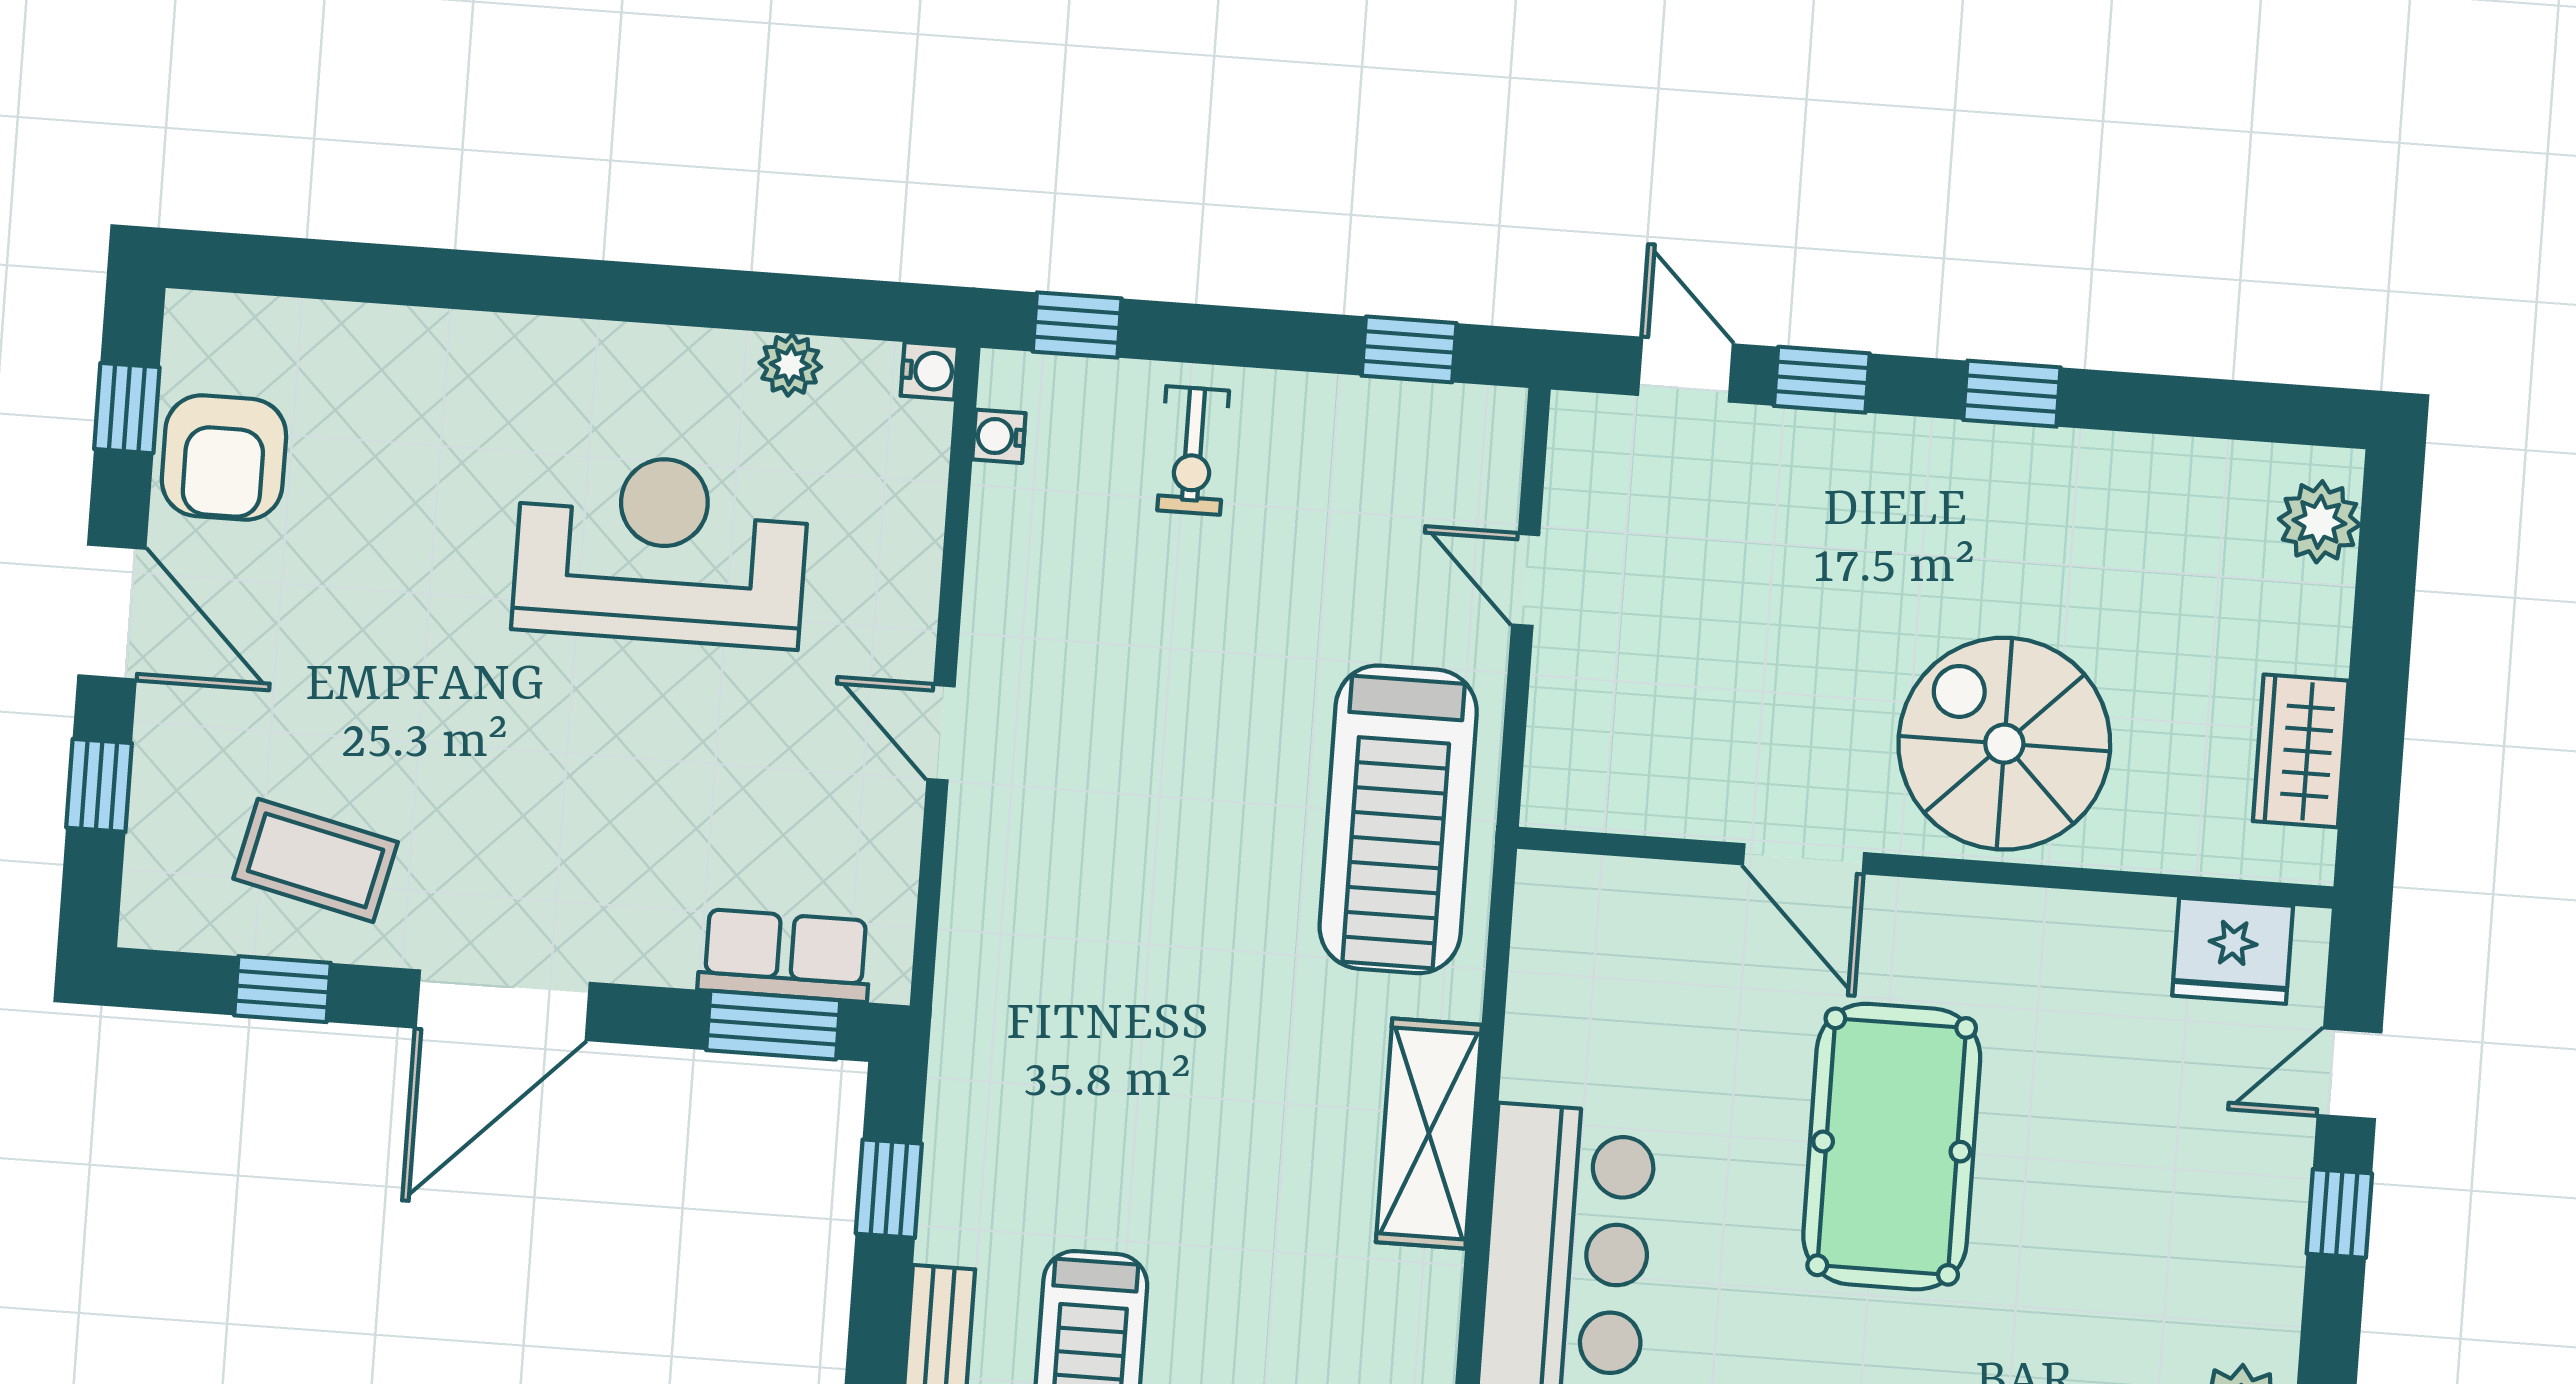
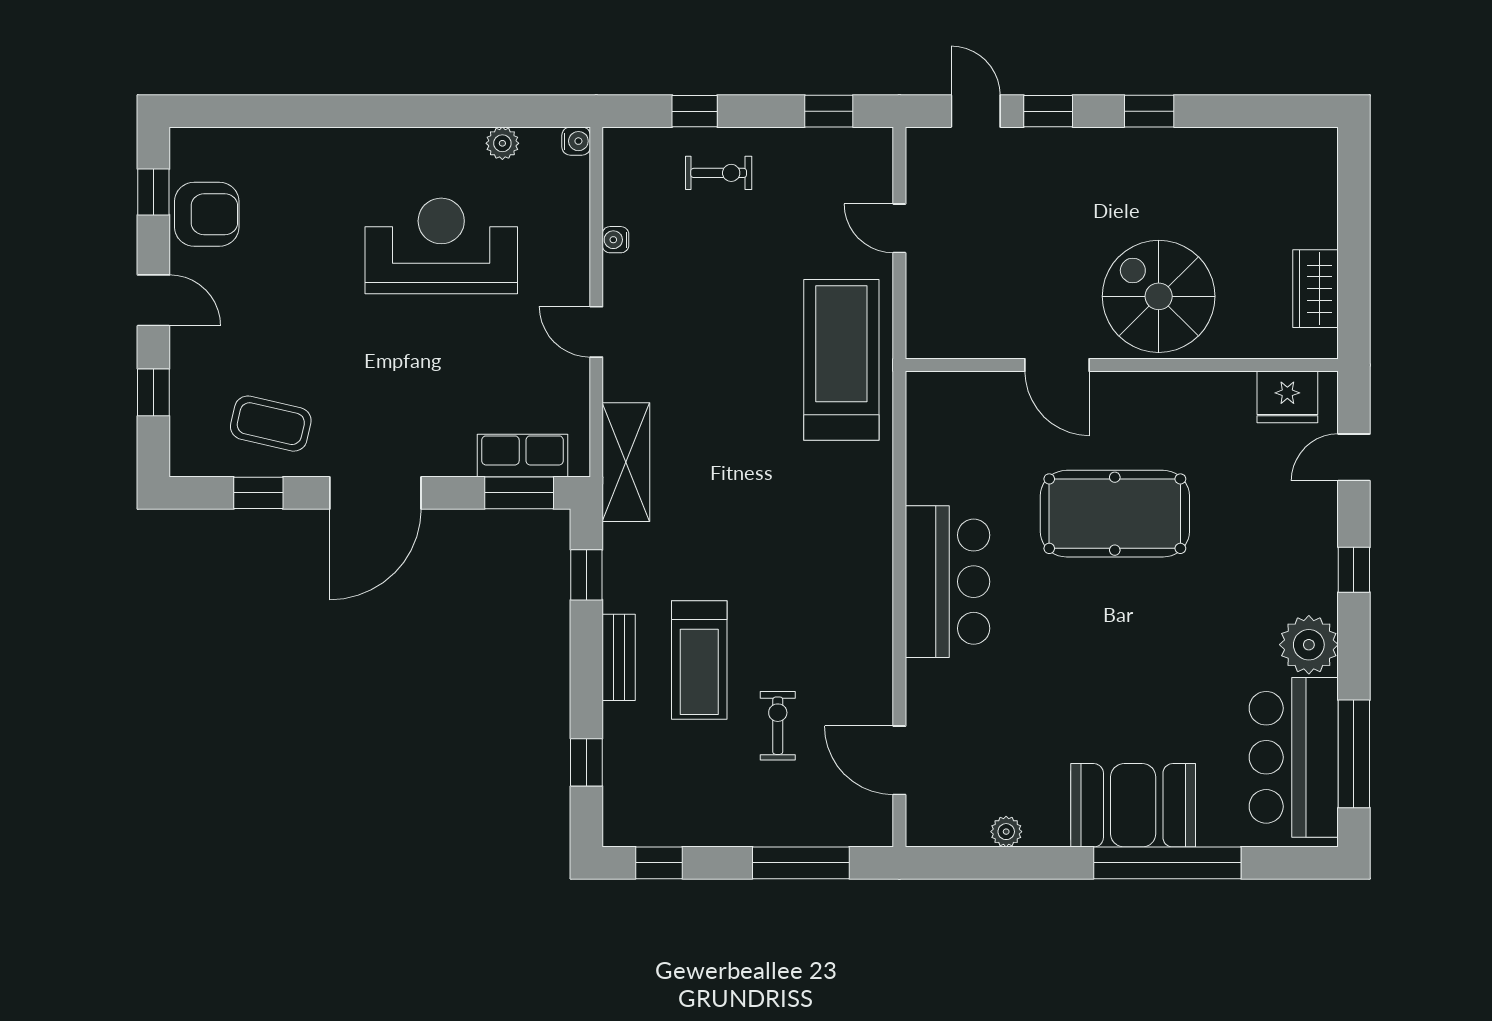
window: (1077, 325) -> (695, 111), moved
water cooler: (999, 436) -> (615, 240), moved
exercise bike: (1193, 450) -> (719, 173), turned -90
armchair: (224, 458) -> (207, 214), turned -90
plant: (2319, 522) -> (1317, 167), removed
door: (112, 612) -> (153, 300), width x0.73
treadmill: (1398, 819) -> (841, 360), turned 180
shelving: (1429, 1133) -> (626, 462), moved
pool table: (1892, 1147) -> (1115, 514), turned 90
window: (2339, 1214) -> (1354, 570), moved

